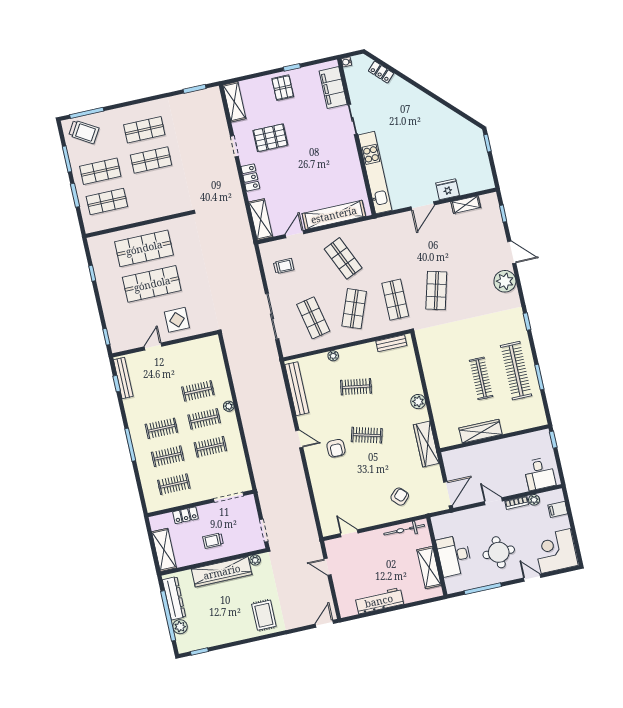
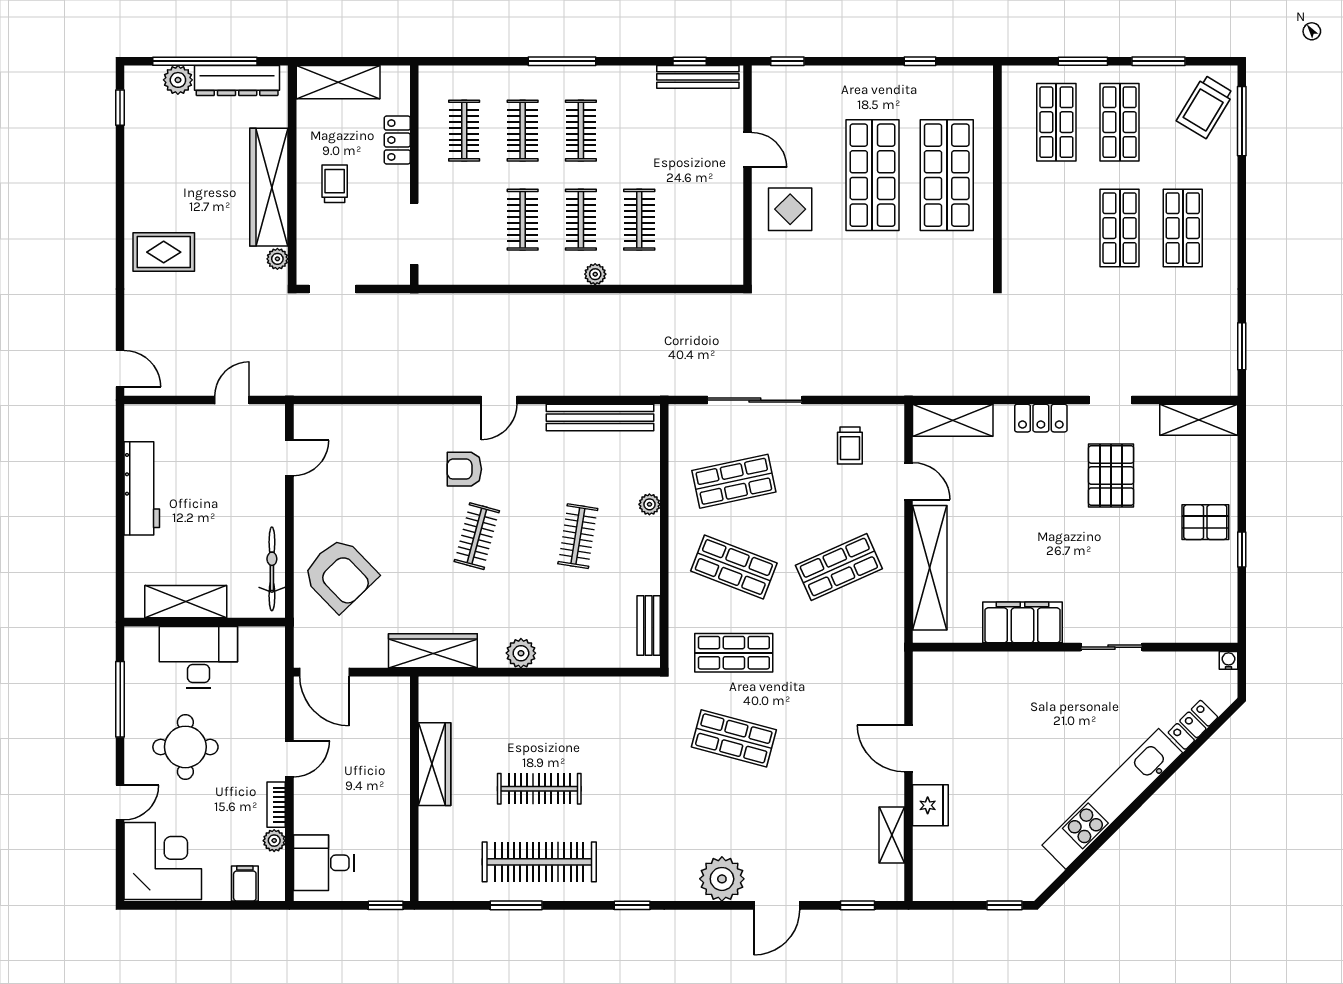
filing cabinet: (333, 88) -> (1022, 622), moved
kitchen unit: (375, 173) -> (1112, 799), moved, turned 135
armchair: (400, 497) -> (340, 575), width x1.88, depth x1.88

